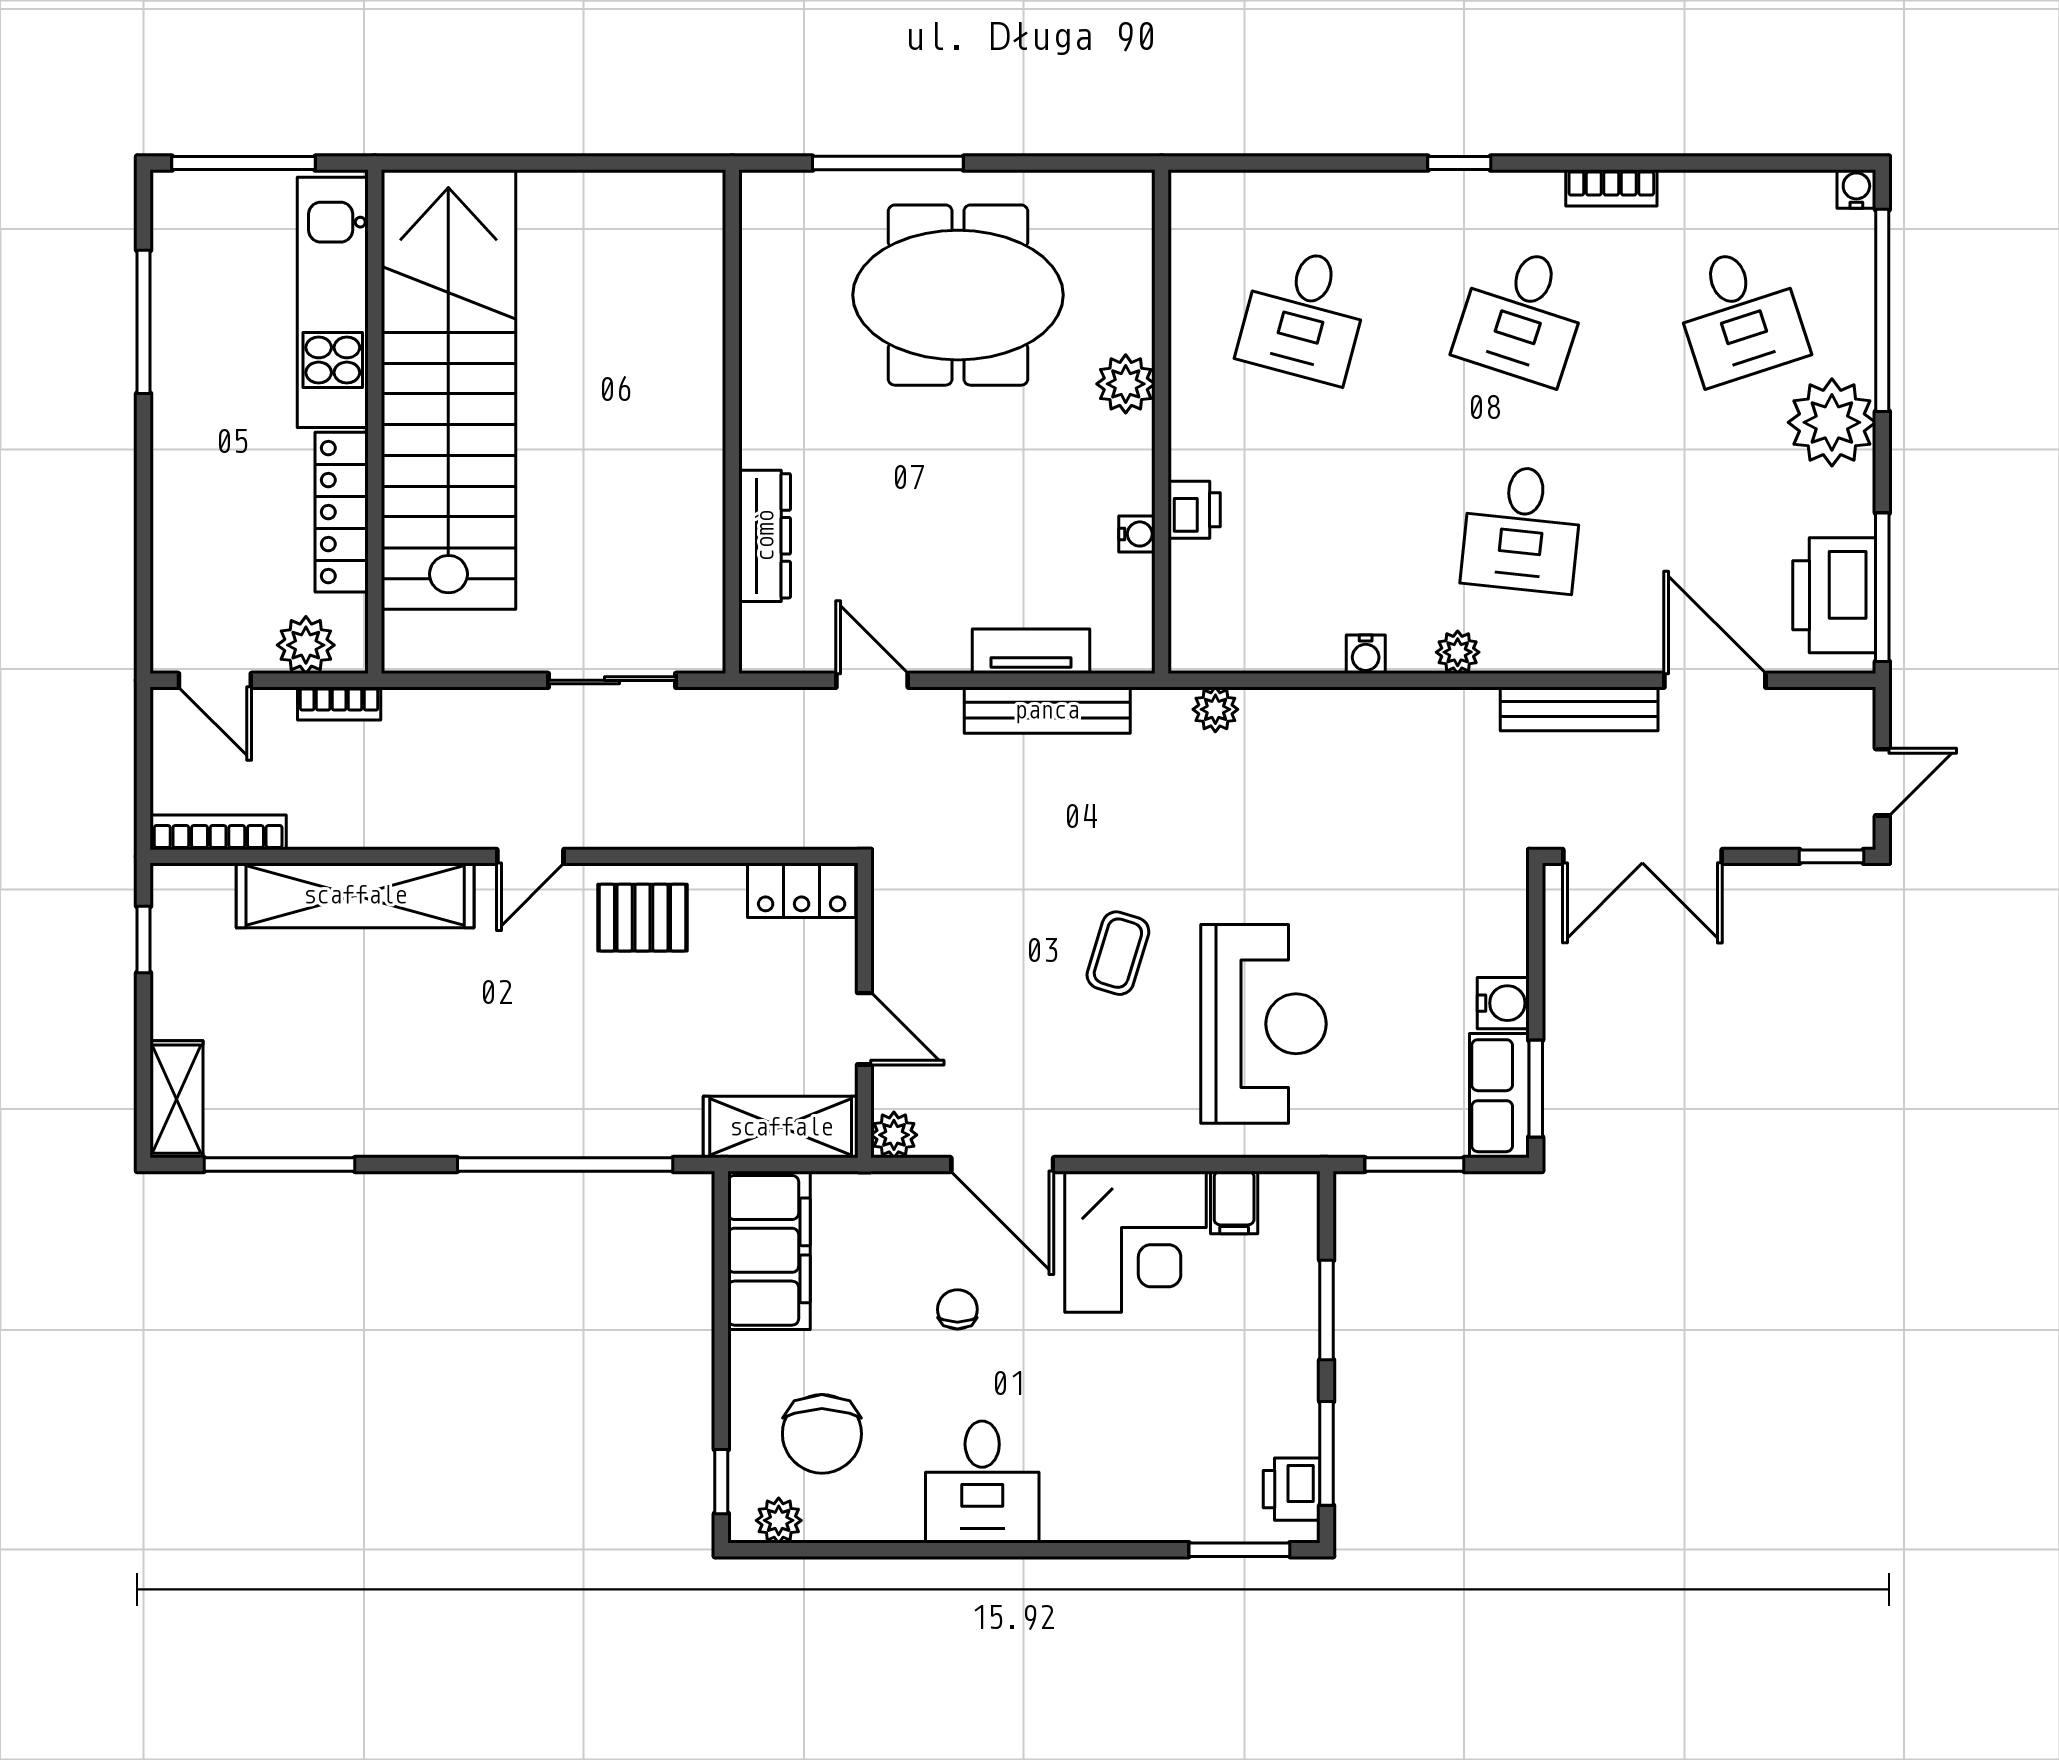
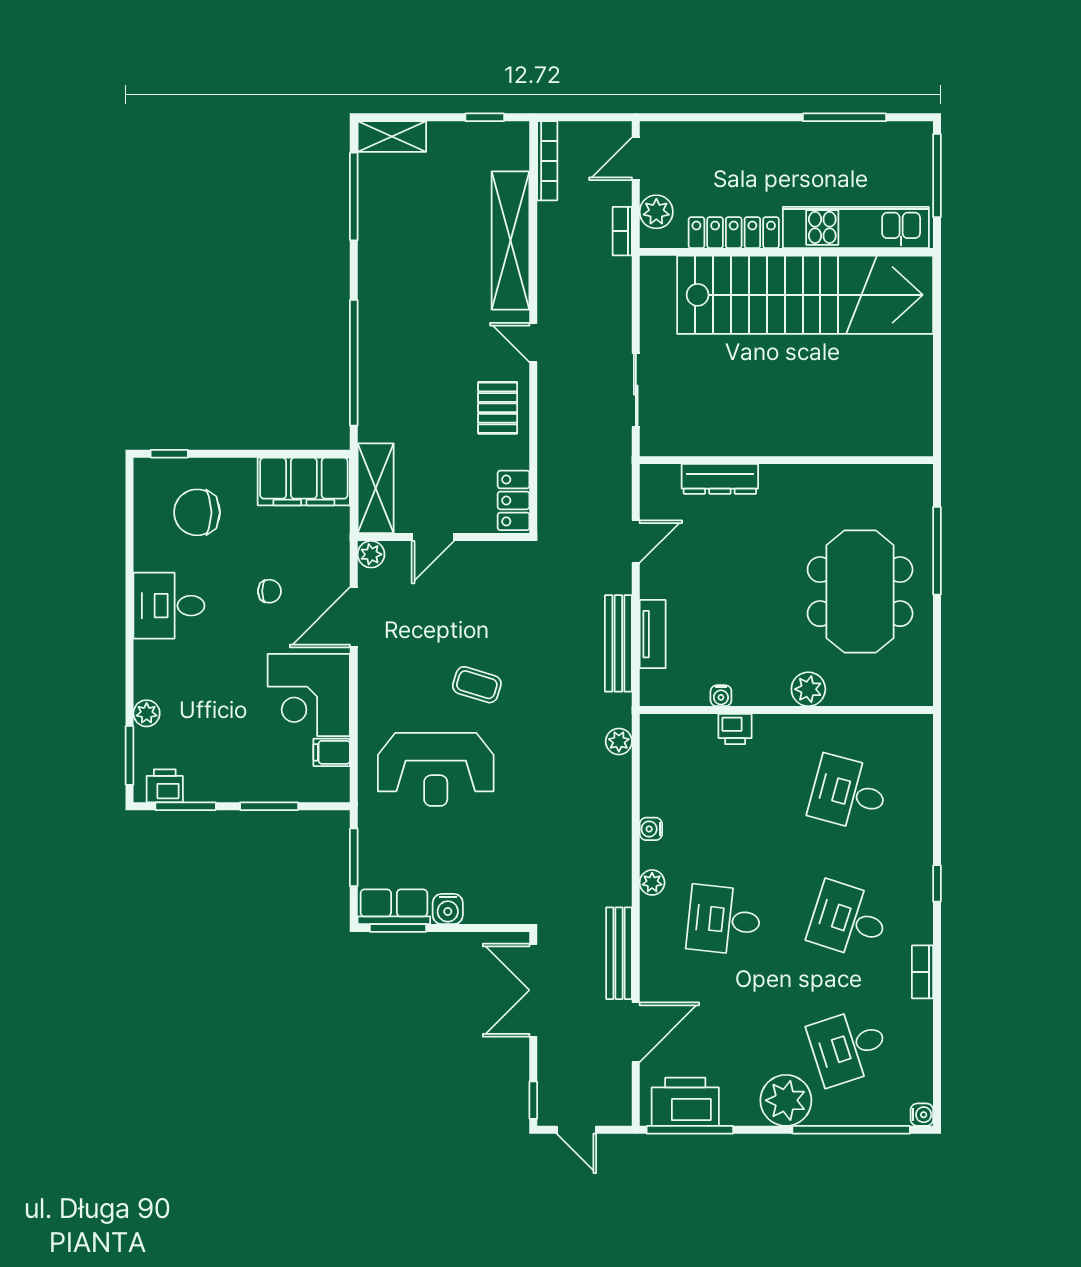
plant: (779, 1520) -> (147, 713), moved

